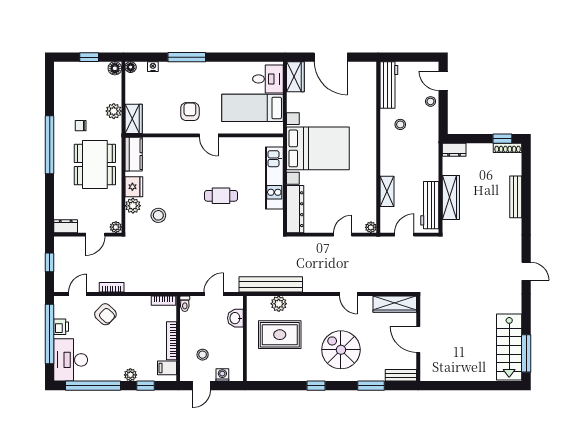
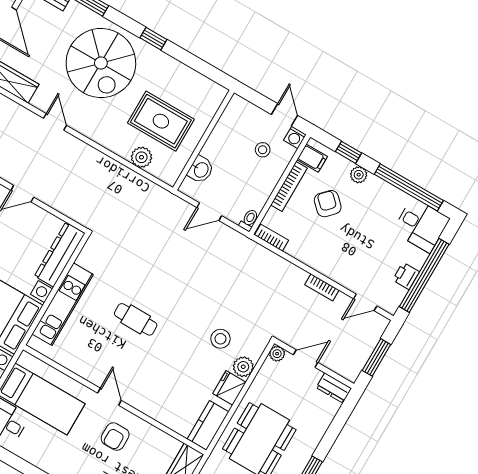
window: (50, 262) -> (376, 357), width x1.50
bench: (271, 284) -> (138, 185), removed
armchair: (105, 314) -> (328, 204), moved
spiral stairs: (341, 350) -> (101, 63), width x1.37, depth x1.37
desk: (71, 360) -> (421, 225), width x0.73
washing machine: (222, 375) -> (295, 137), moved
door: (202, 386) -> (284, 115), hinge flipped

